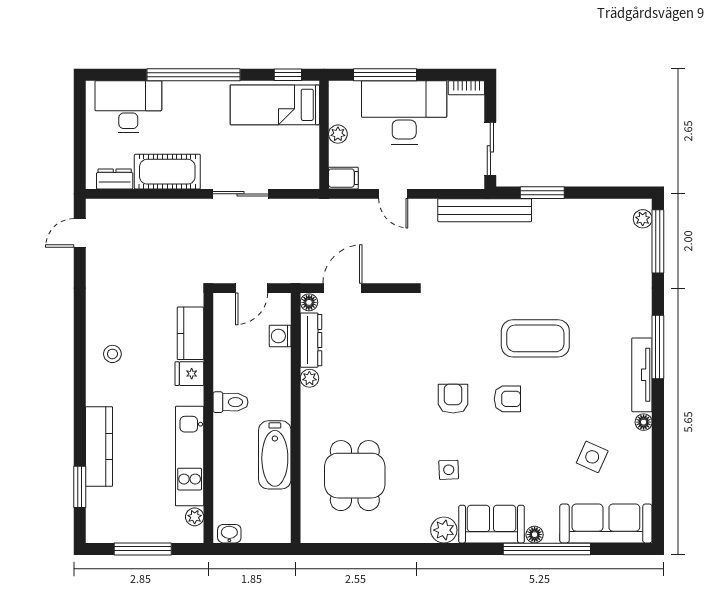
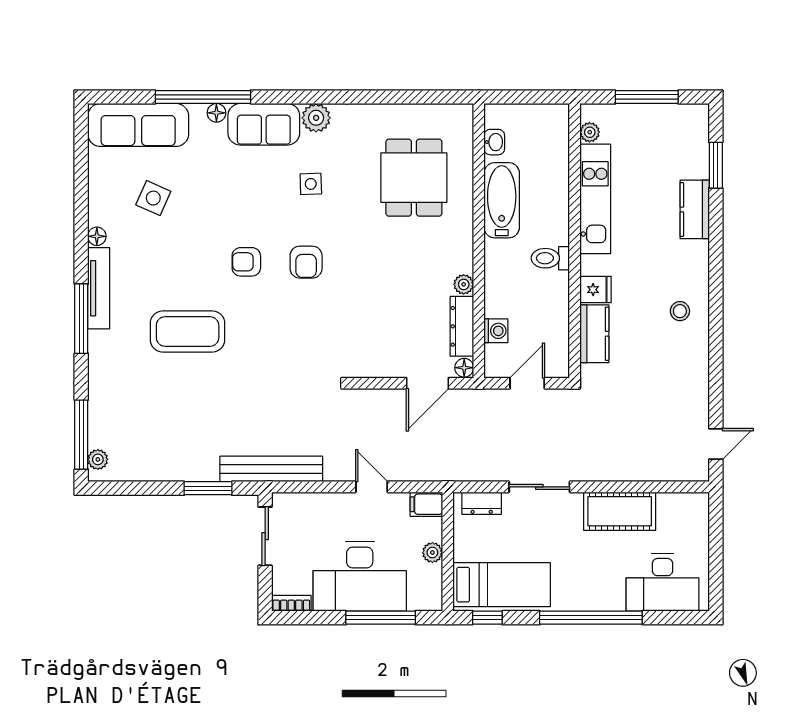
dresser: (115, 179) -> (482, 503), moved
coffee table: (535, 338) -> (188, 331), moved
kitchen counter: (99, 446) -> (695, 209), width x0.67
washbasin: (229, 534) -> (494, 142), moved, turned -90

